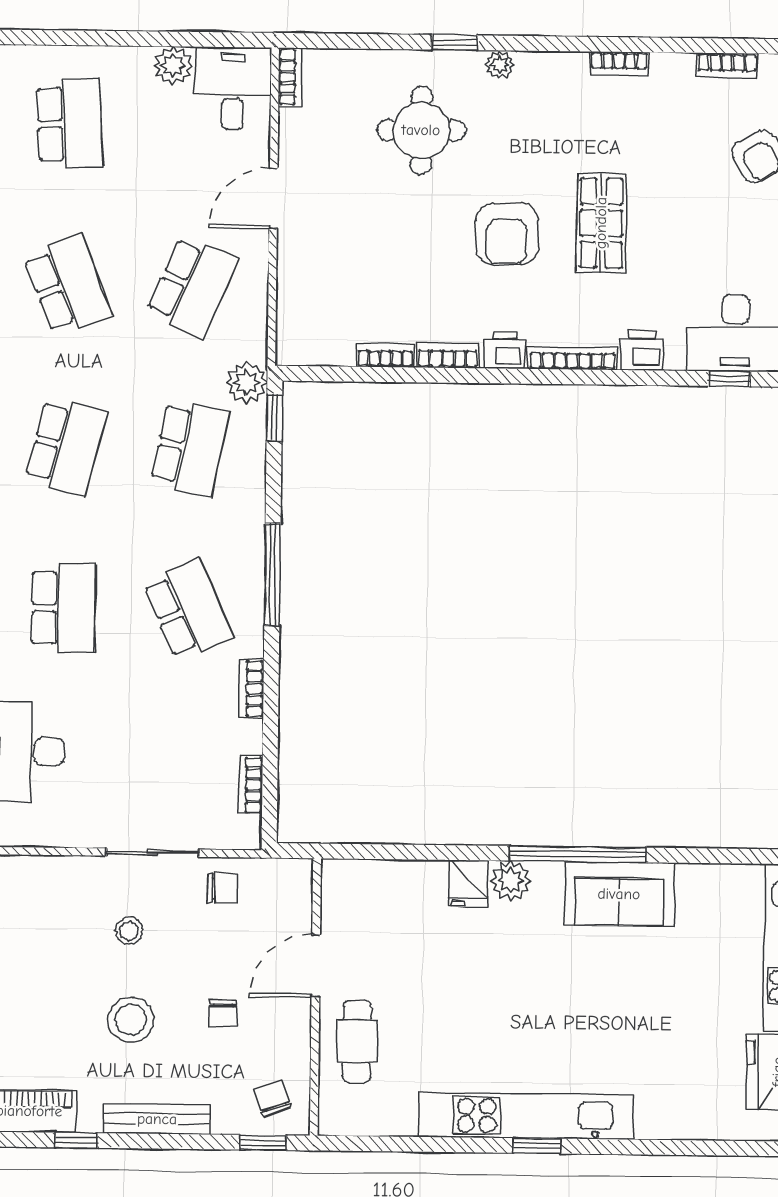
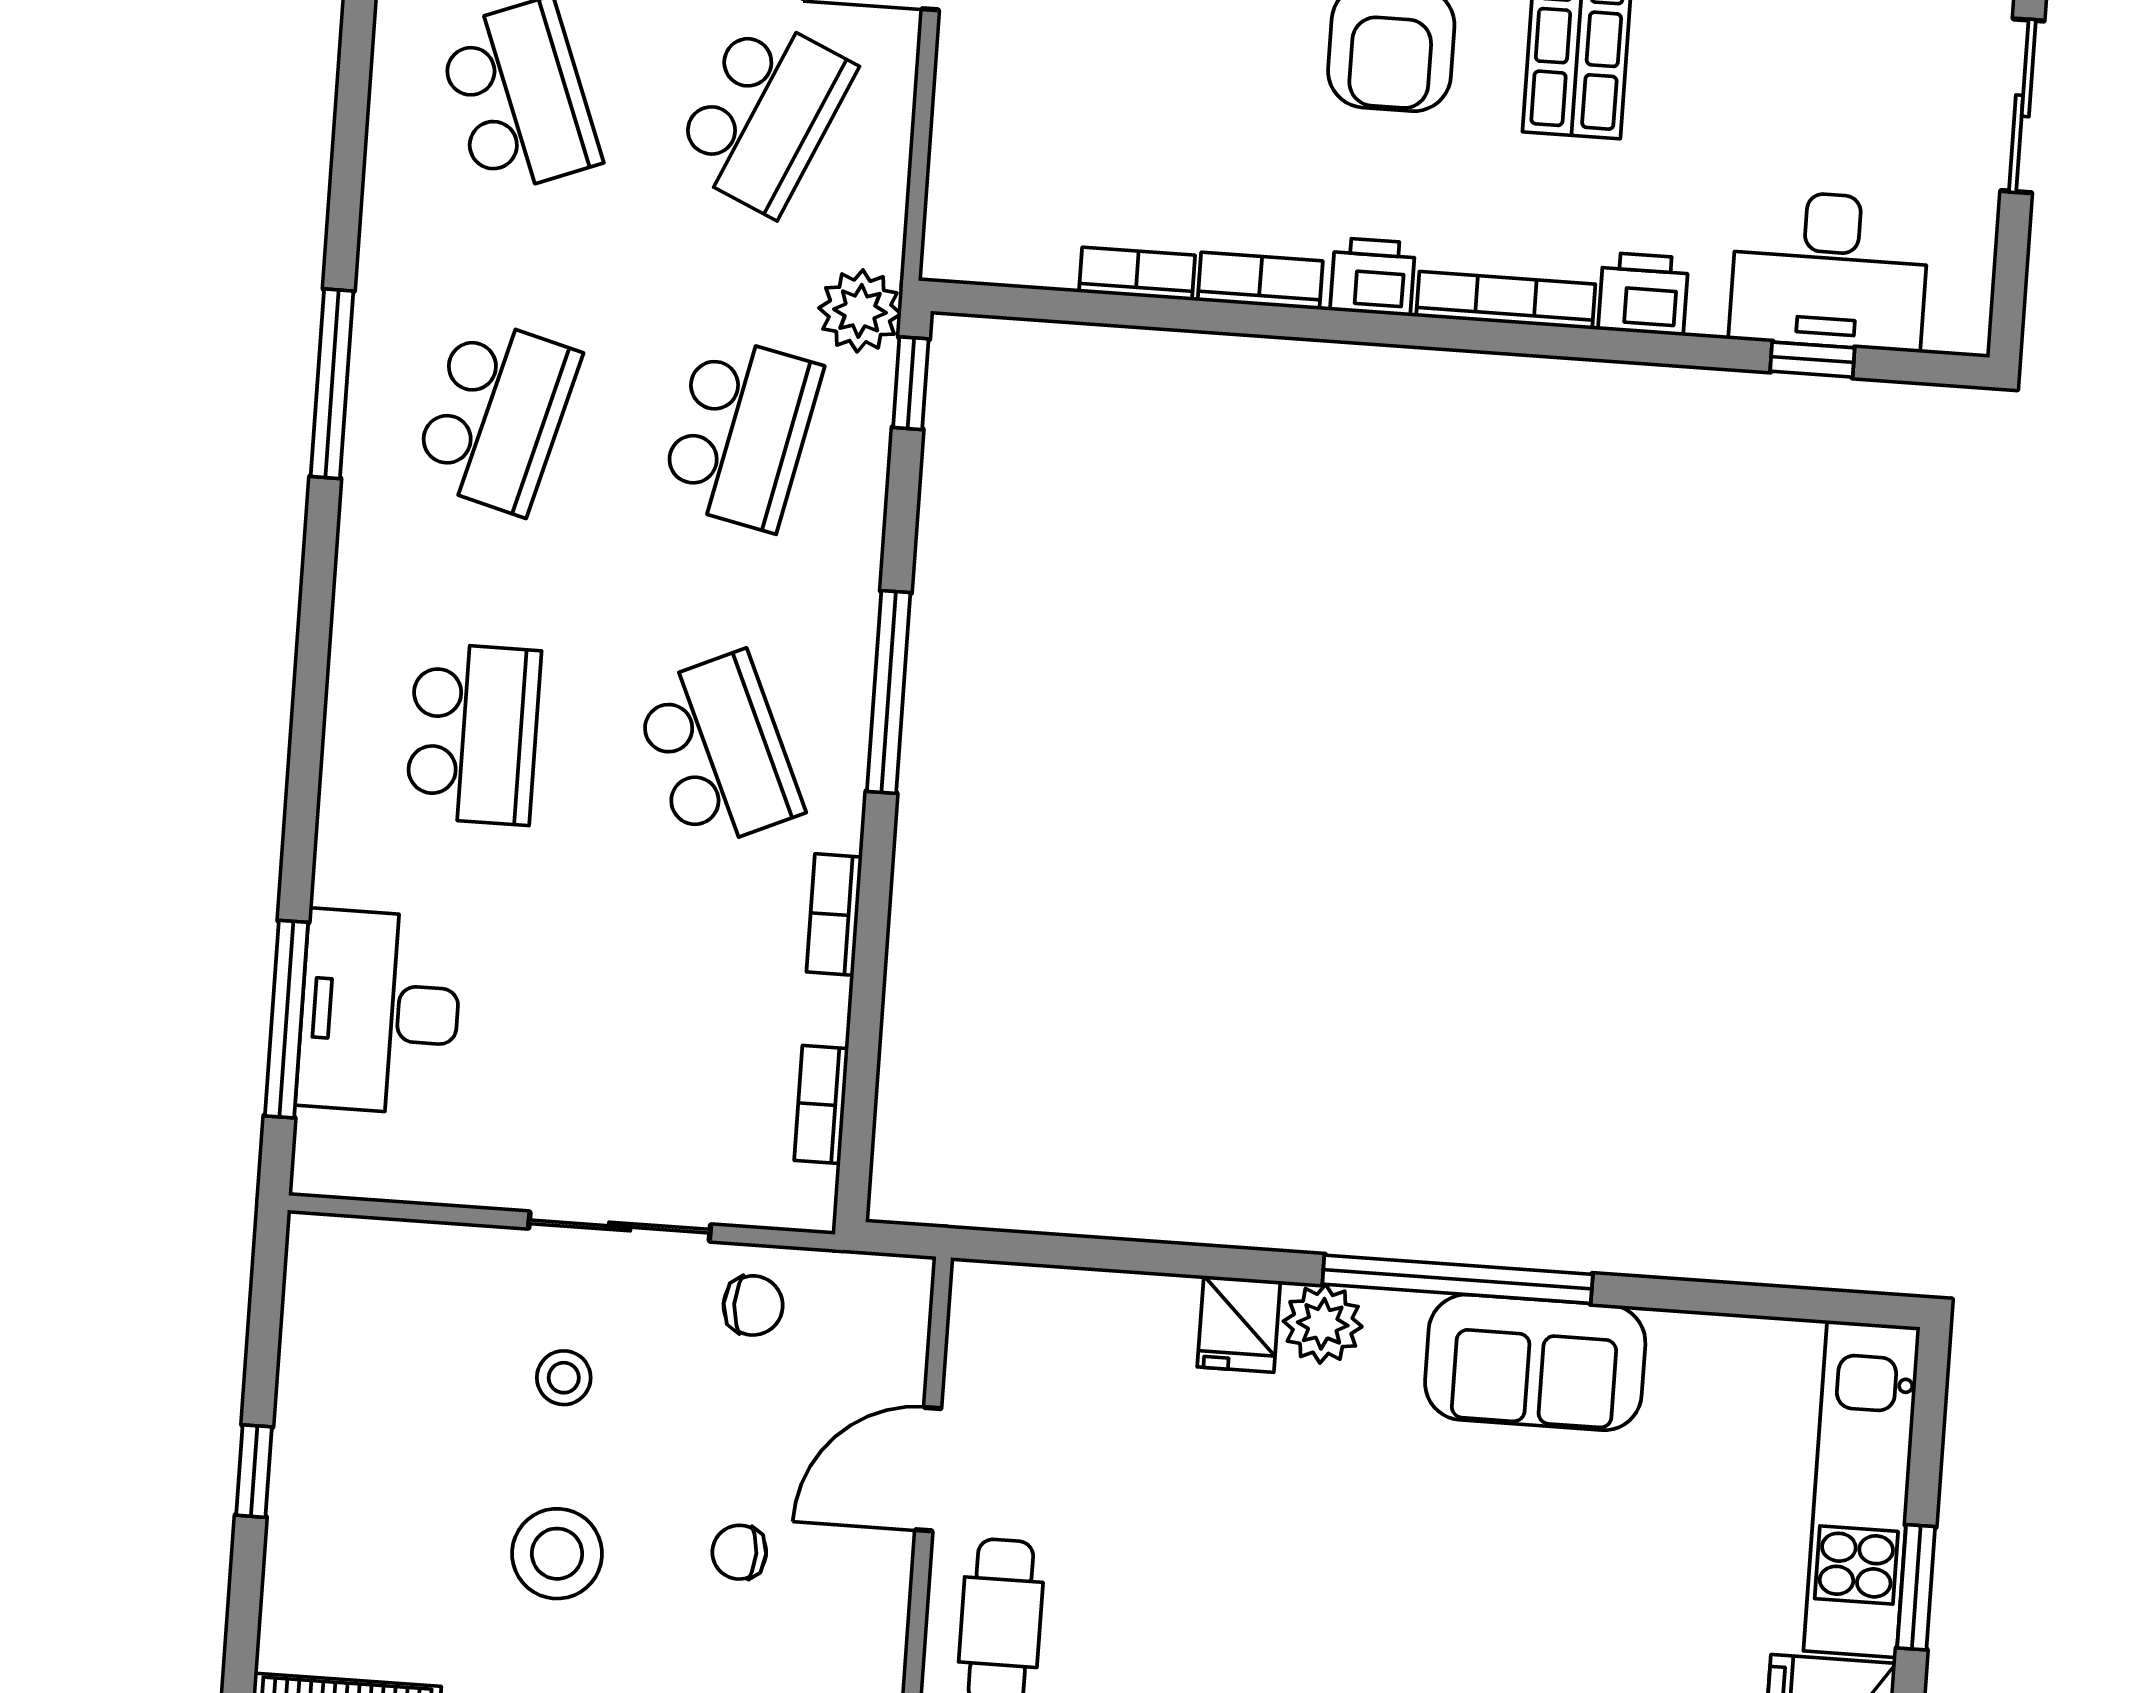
chair: (223, 1014) -> (739, 1552), turned 90

